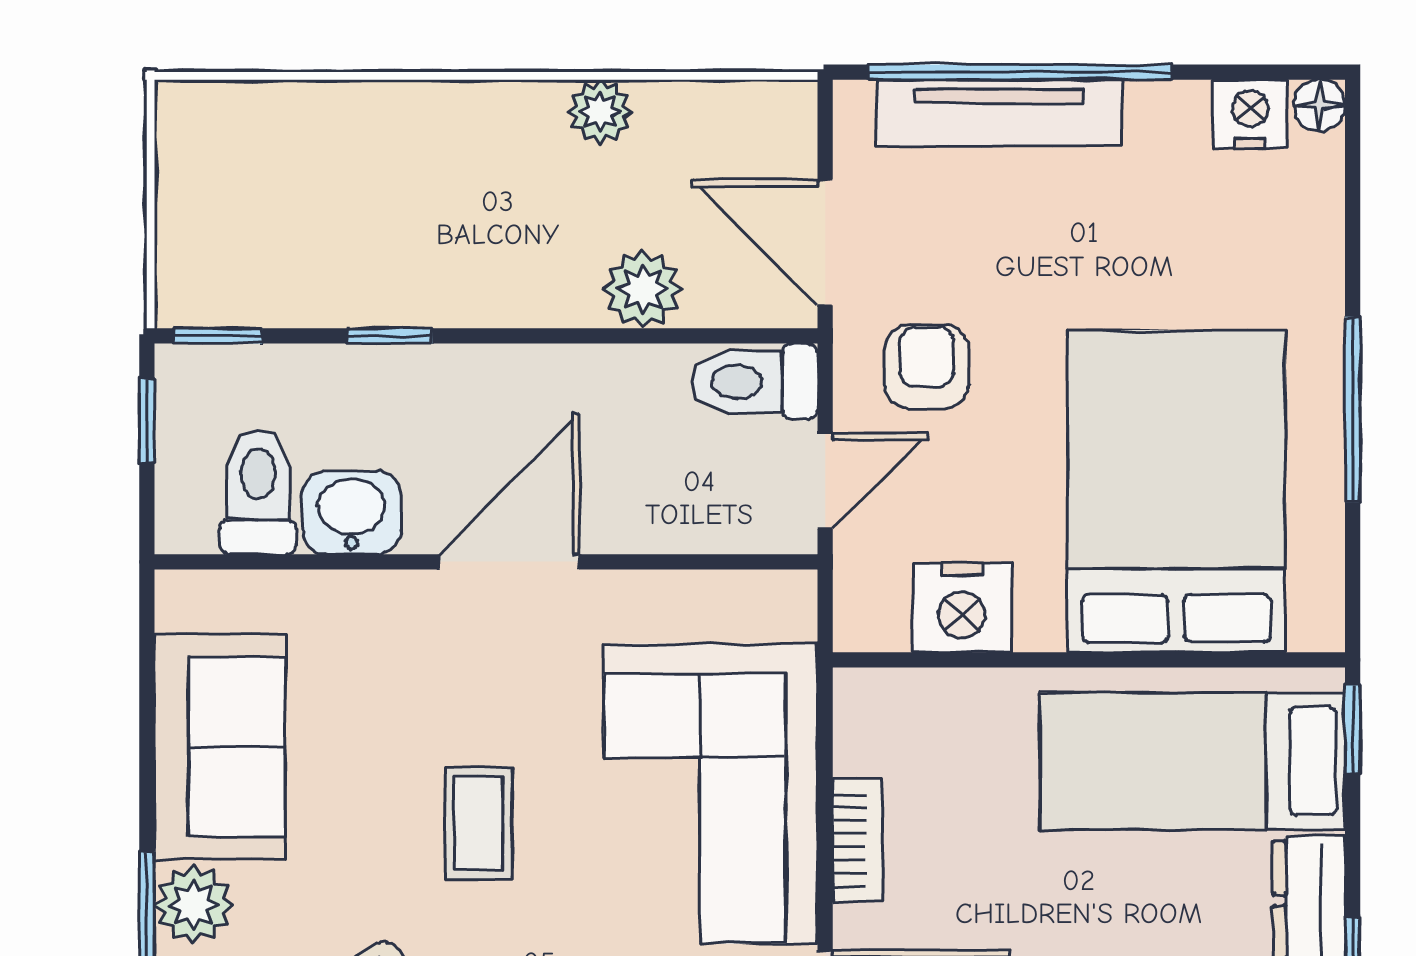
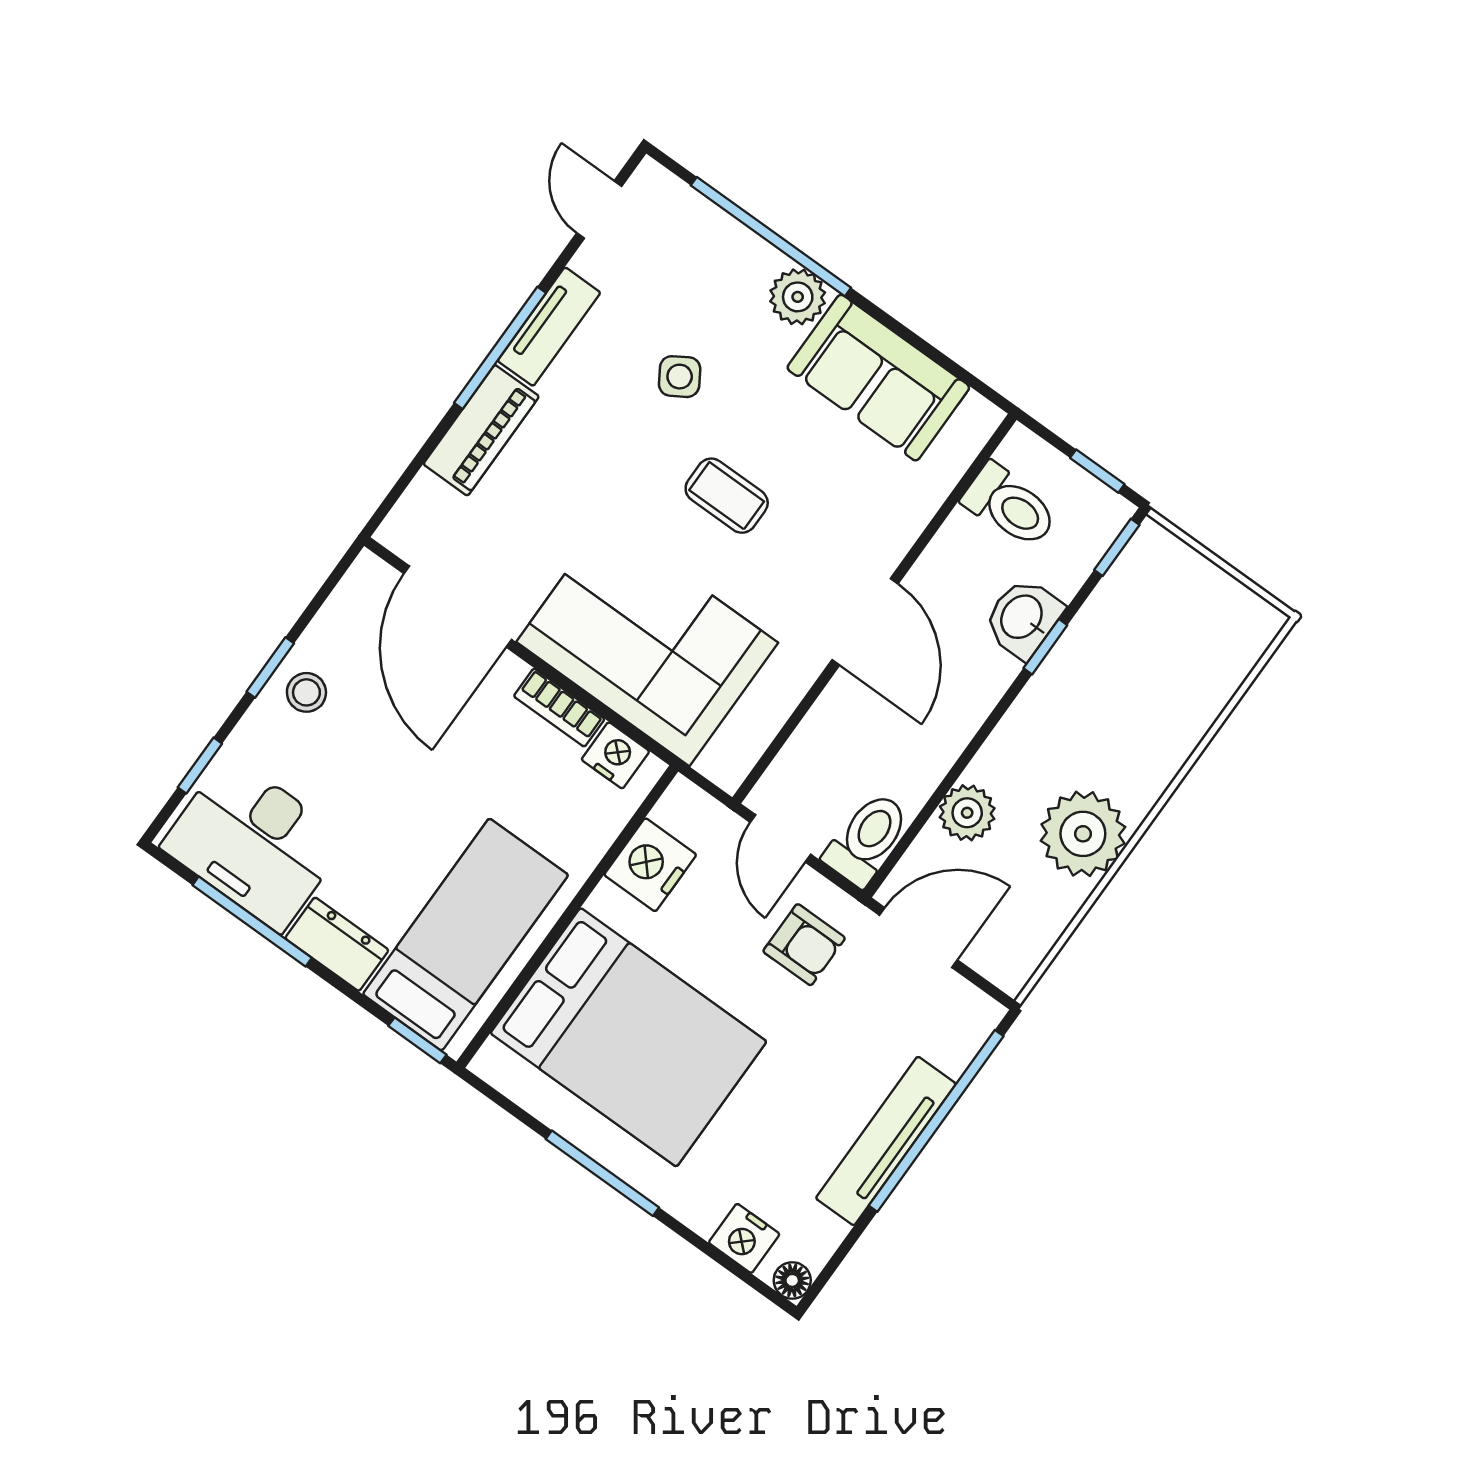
plant: (600, 112) -> (1083, 834), width x1.87, depth x1.87
tv unit: (999, 113) -> (886, 1141), moved
nightstand: (1250, 114) -> (744, 1238), moved, turned 90
washbasin: (352, 512) -> (1023, 618), moved, turned 180
nightstand: (866, 737) -> (615, 755), added

